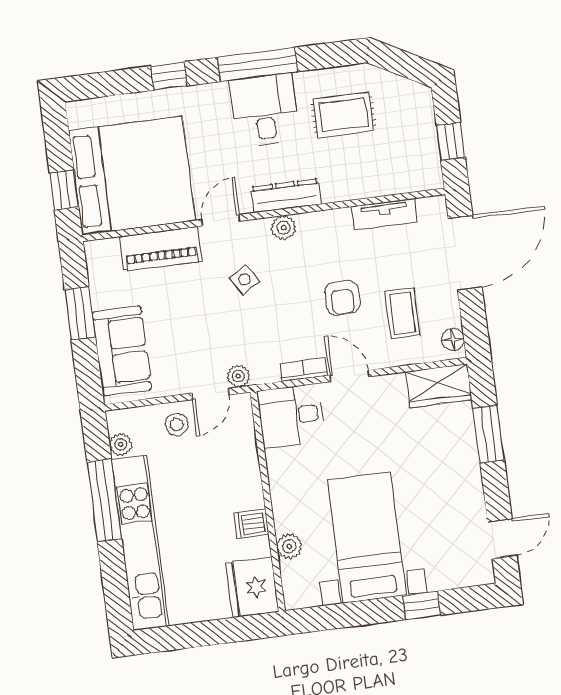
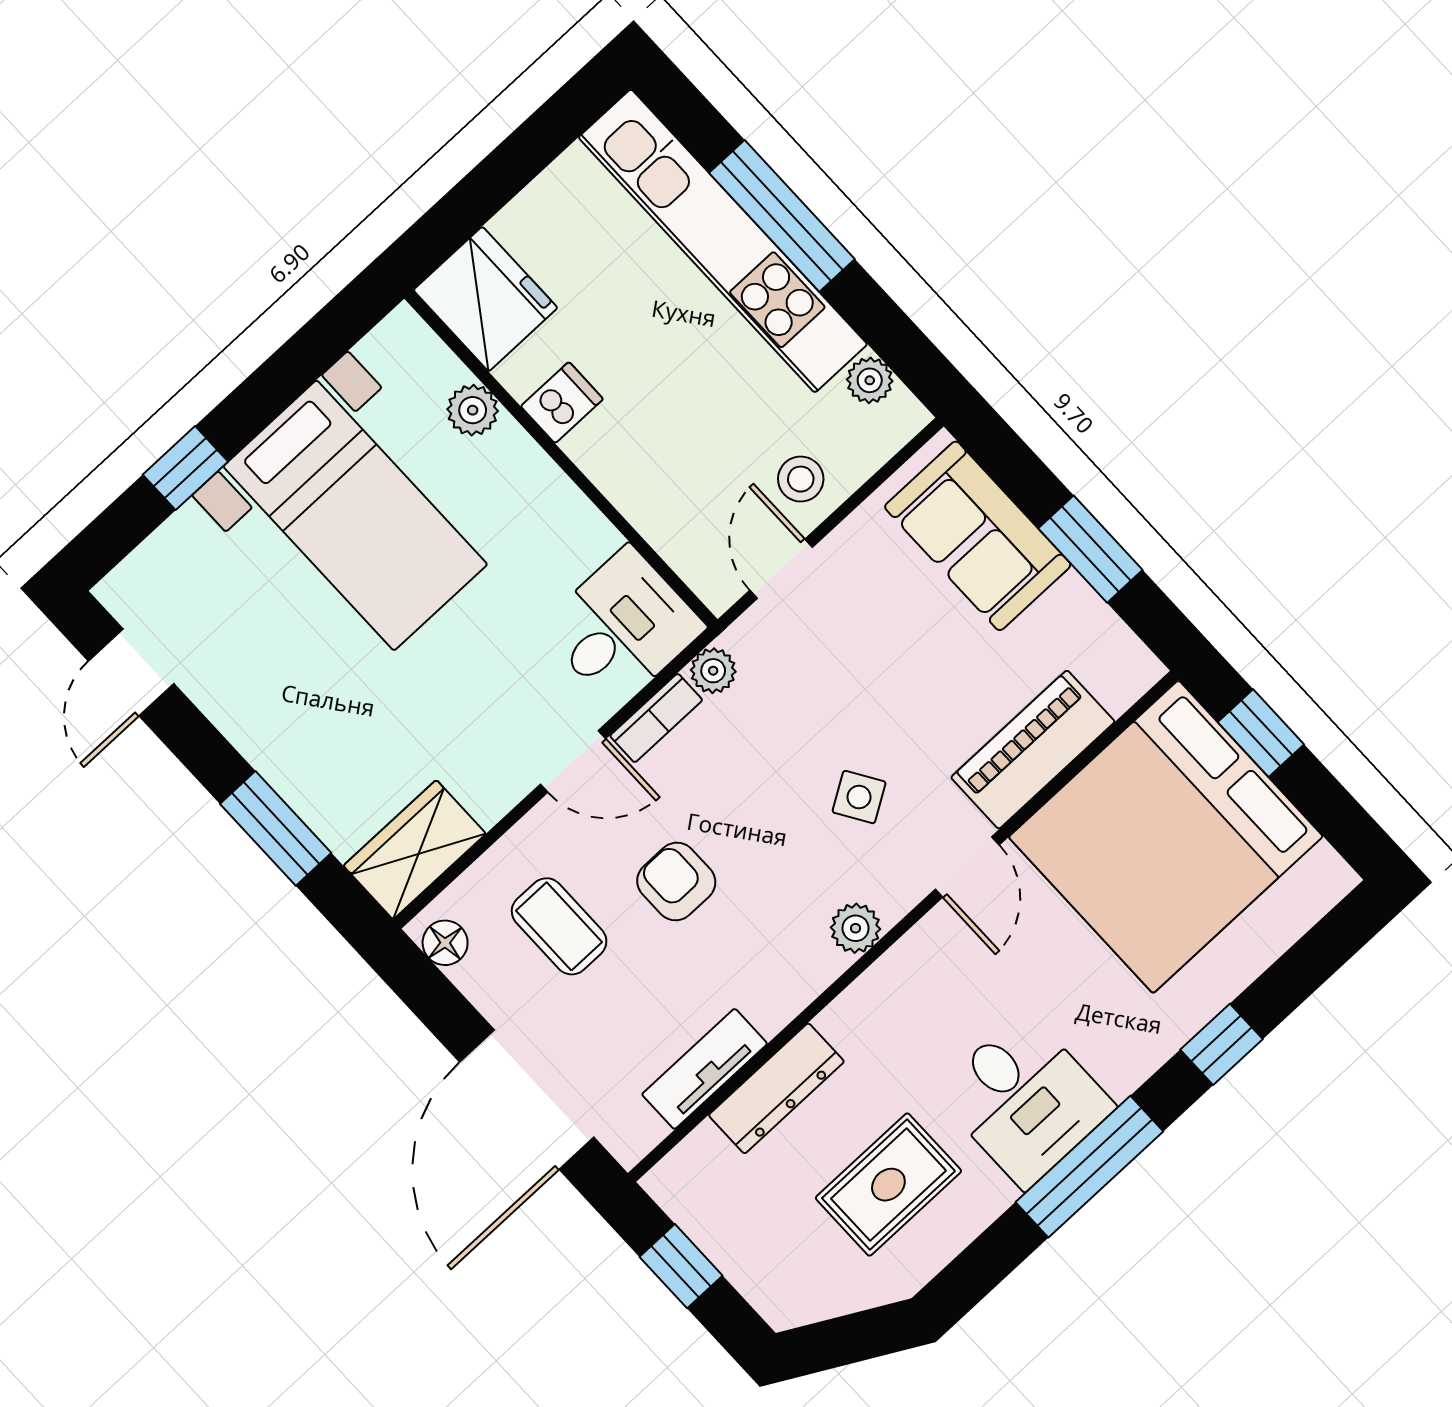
dresser: (286, 195) -> (776, 1088), moved
plant: (238, 376) -> (713, 671), moved
window: (104, 500) -> (782, 216), moved

